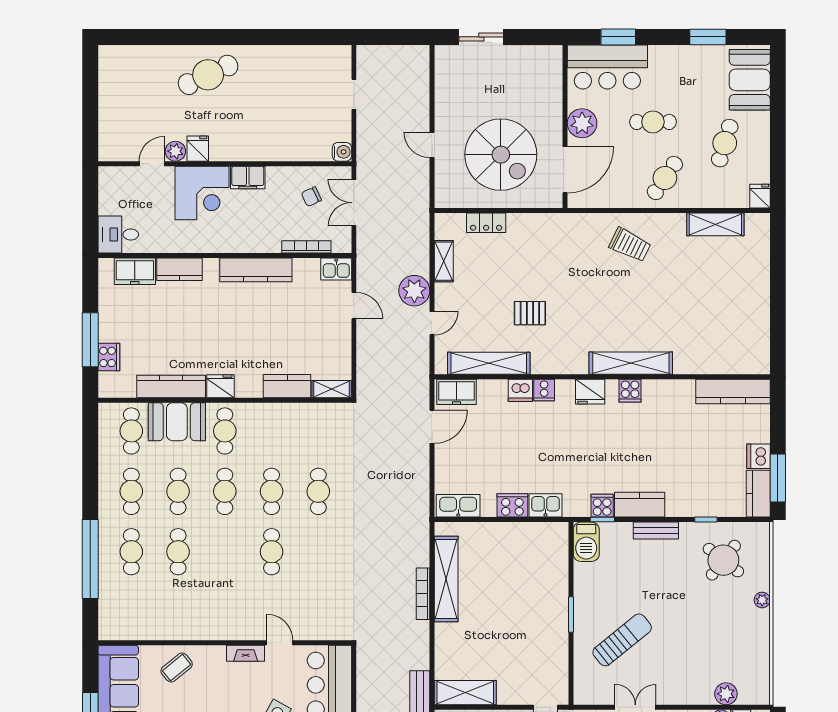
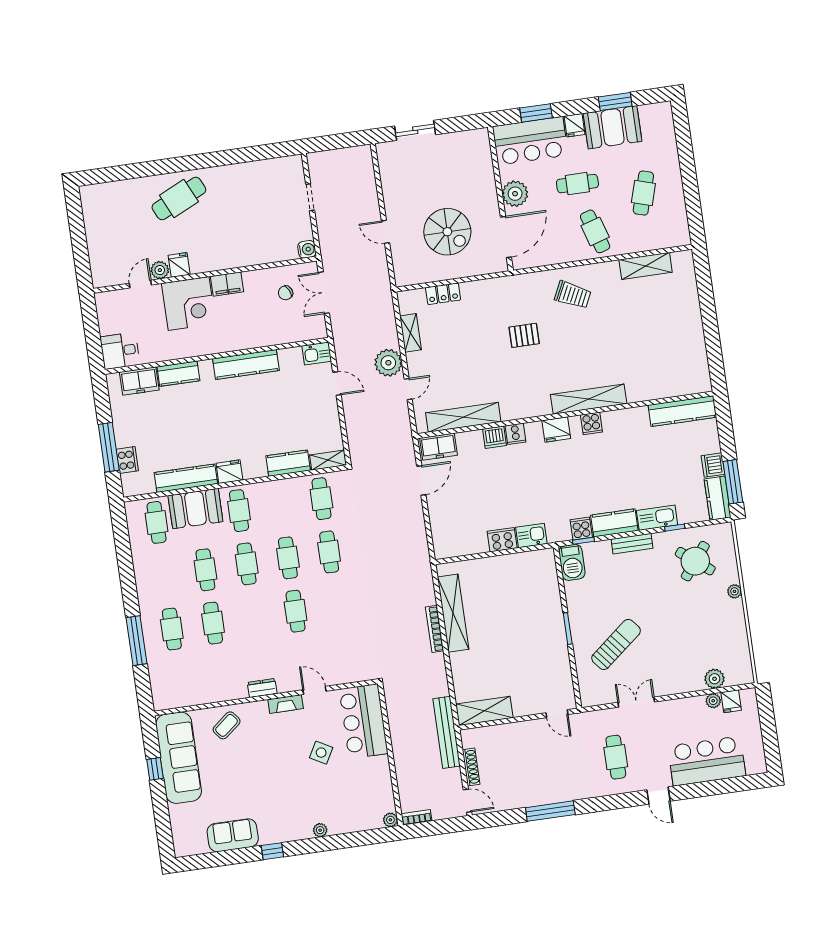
booth: (750, 80) -> (613, 127), moved, turned 90
spiral stairs: (501, 155) -> (447, 232), width x0.73, depth x0.73
cafe table: (665, 178) -> (595, 231), turned -51
fridge: (760, 196) -> (574, 125), moved, turned 180
bookcase: (306, 247) -> (287, 338), removed
pallet: (530, 313) -> (524, 335), moved
cafe table: (131, 491) -> (321, 499), moved
kitchen sink: (458, 506) -> (657, 518), moved
window: (90, 559) -> (137, 641), width x0.68
dresser: (222, 632) -> (262, 688), added

